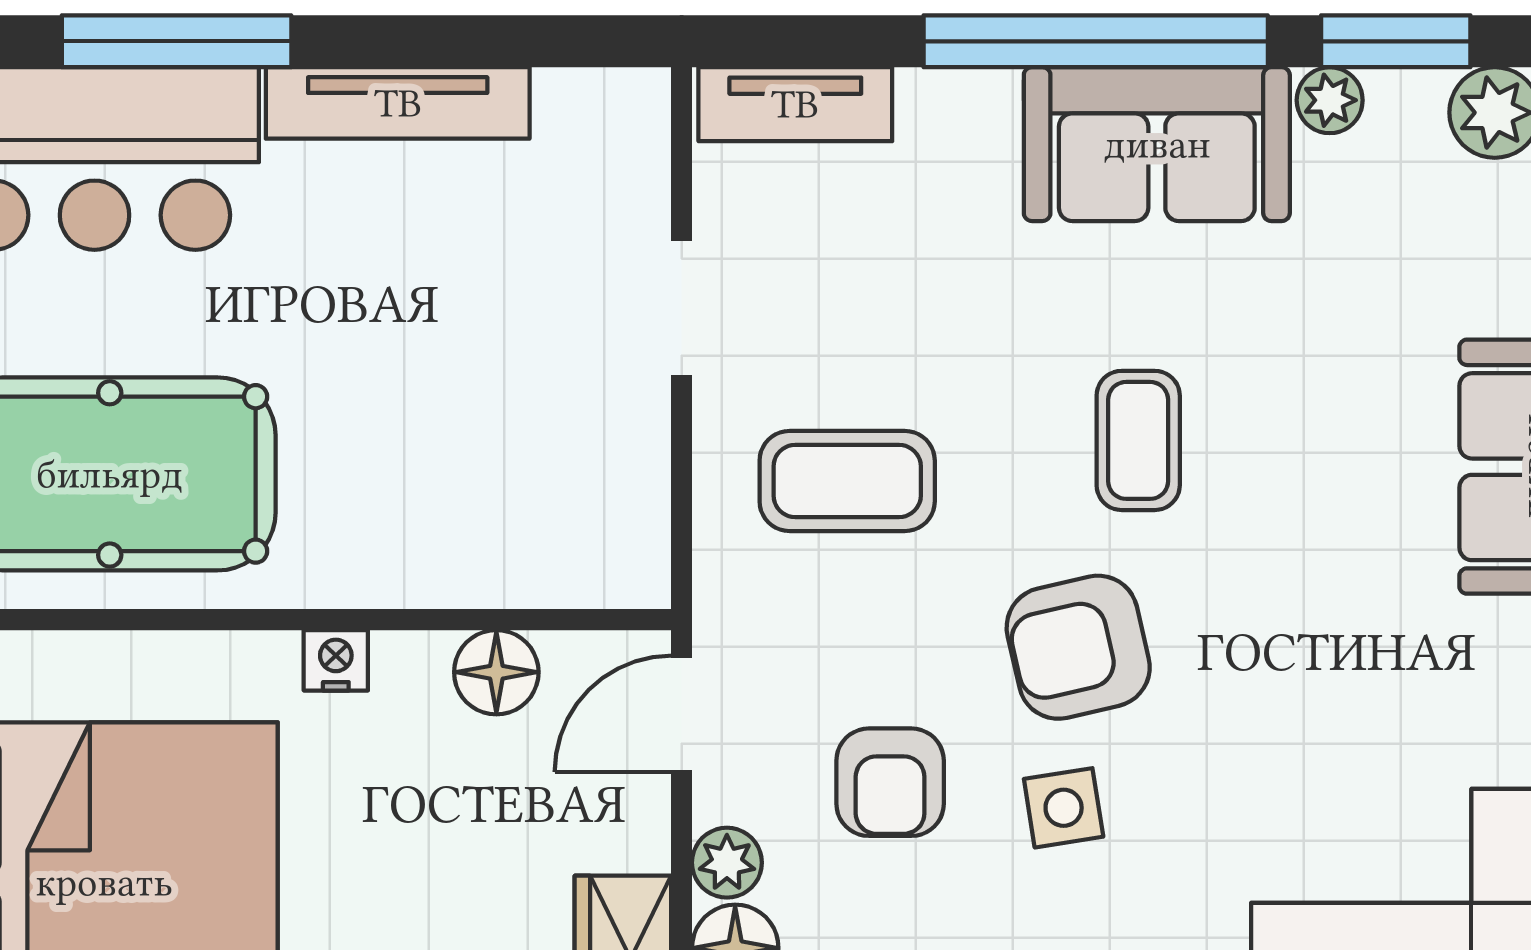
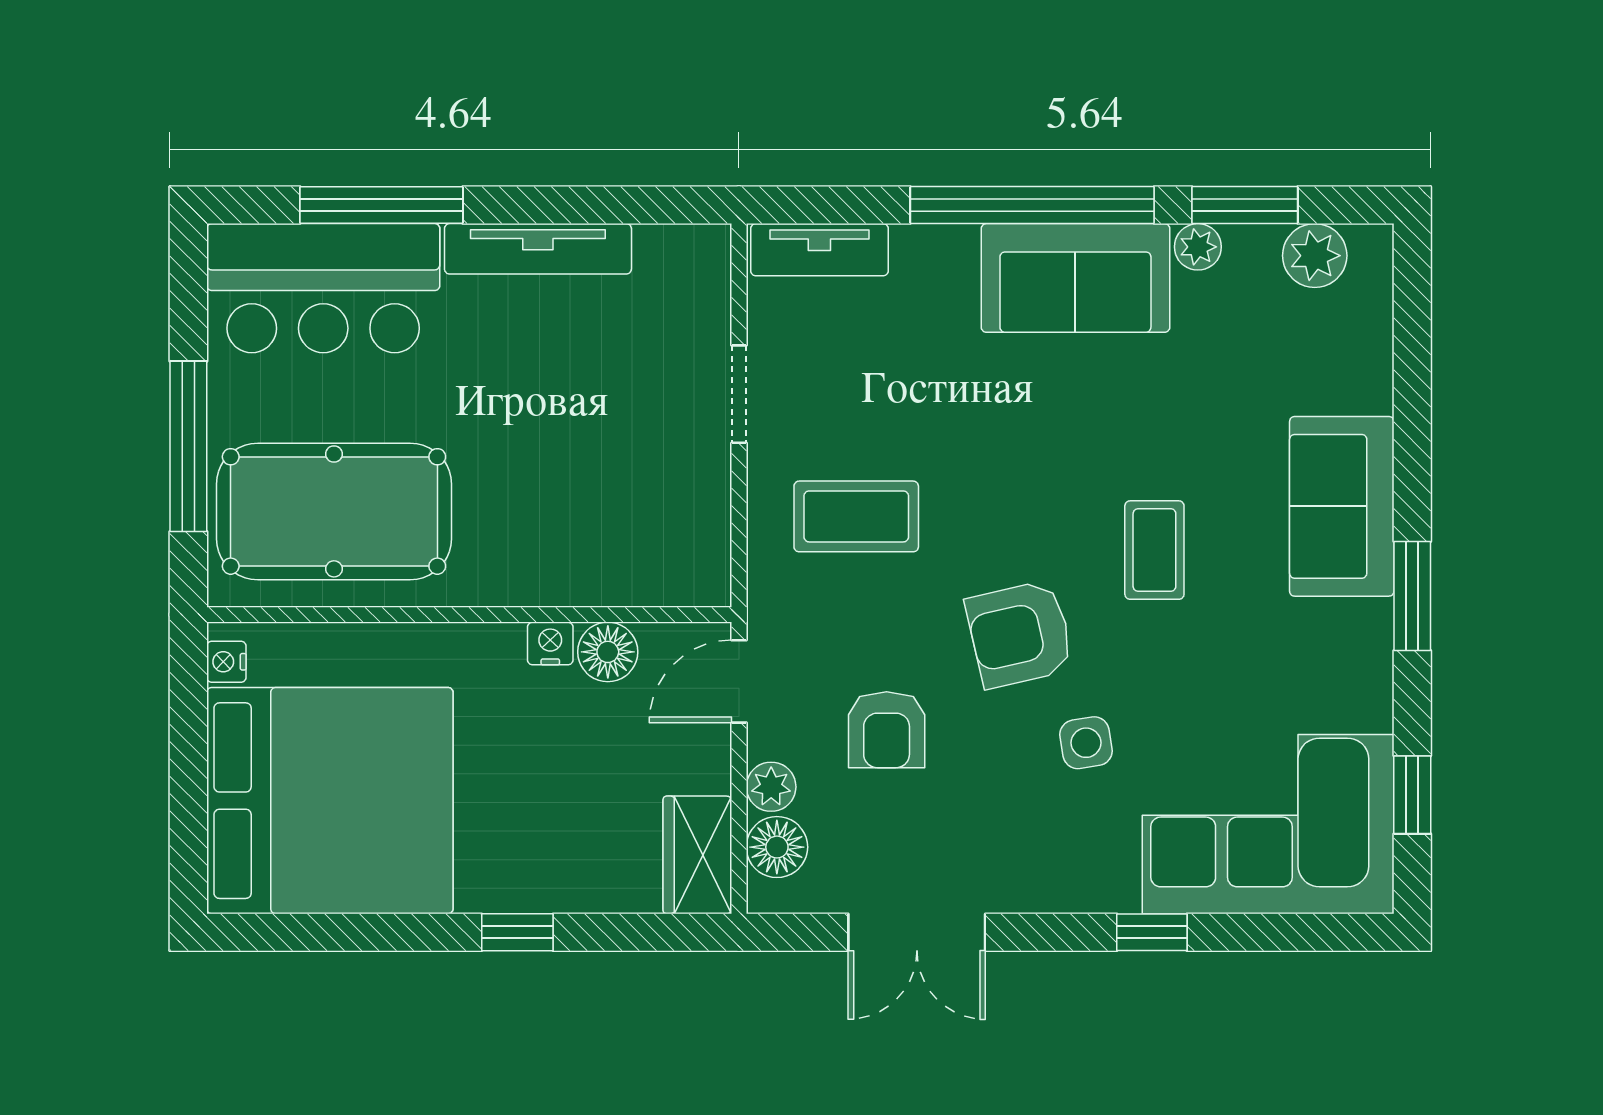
coffee table: (1138, 440) -> (1154, 550), moved
nightstand: (336, 660) -> (550, 643), moved
side table: (1064, 808) -> (1086, 743), moved

